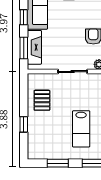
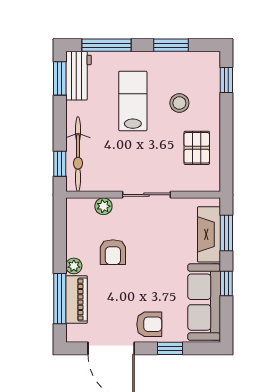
window: (24, 124) -> (226, 80), moved
stool: (53, 128) -> (179, 103), added

